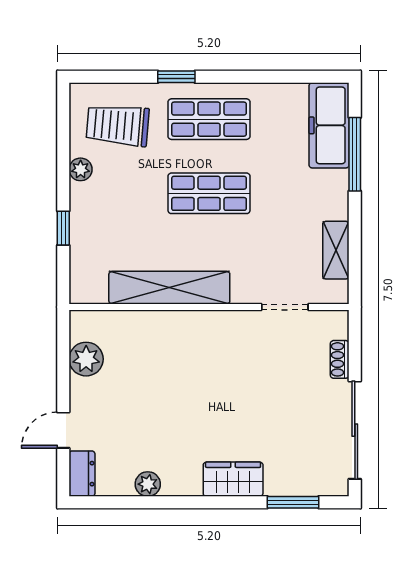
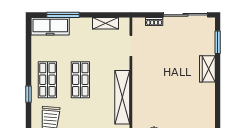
plant: (148, 484) -> (209, 107), removed

